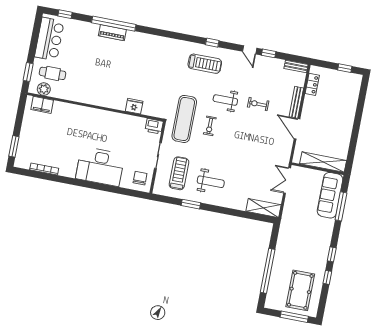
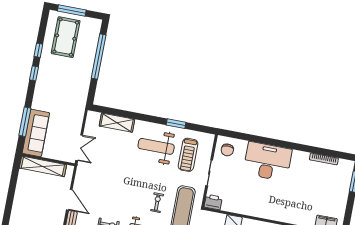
weight bench: (211, 182) -> (156, 146), width x1.36, depth x1.33
shelving: (263, 208) -> (117, 123), moved

